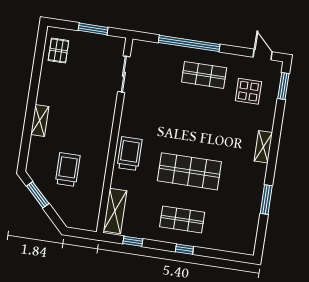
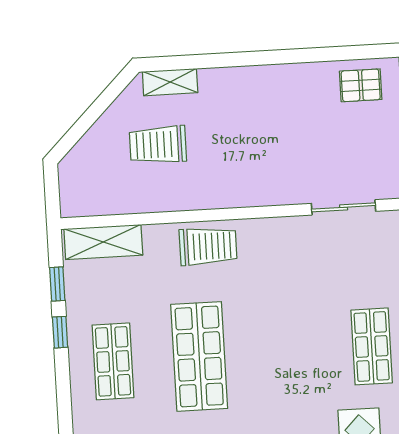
shelving: (40, 121) -> (170, 82), moved
trolley: (68, 169) -> (158, 145), turned 180
window: (38, 195) -> (103, 102), removed
window: (184, 249) -> (60, 332), moved

